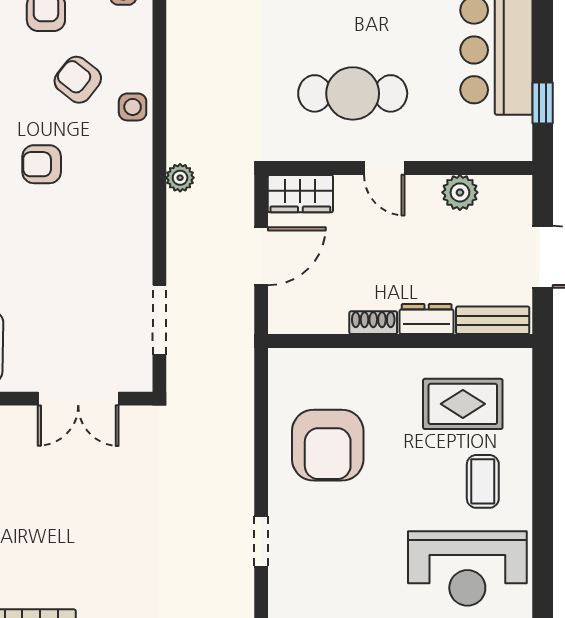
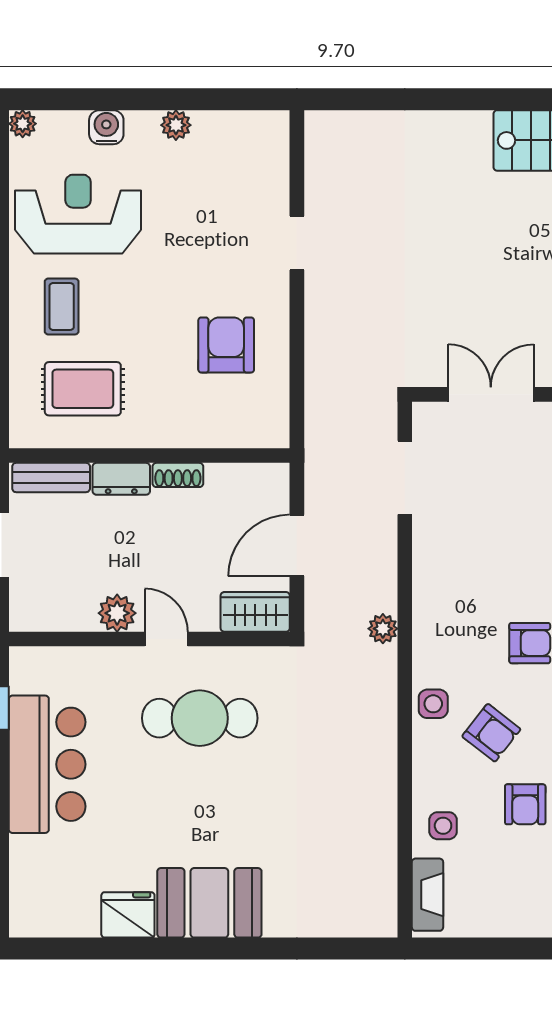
plant: (460, 192) -> (117, 613), moved
armchair: (328, 445) -> (226, 345), width x0.73, depth x0.73

